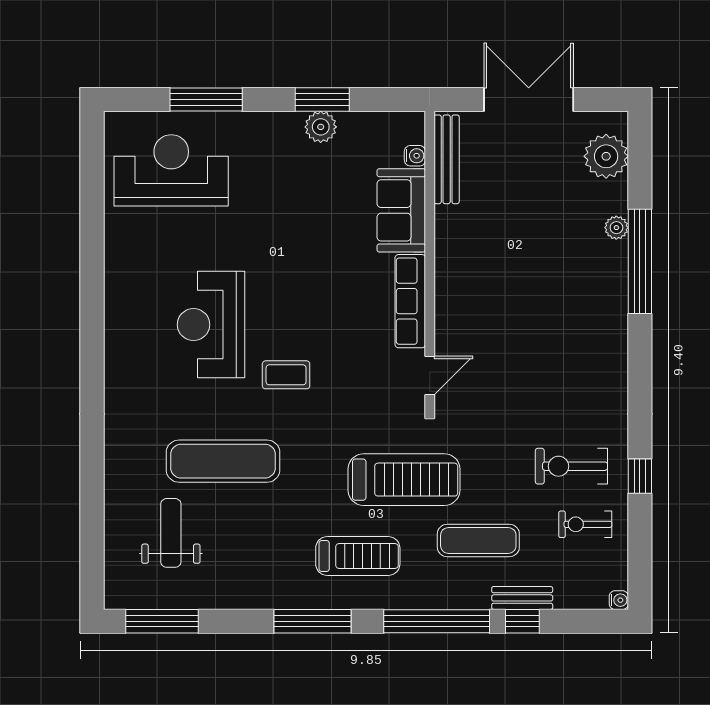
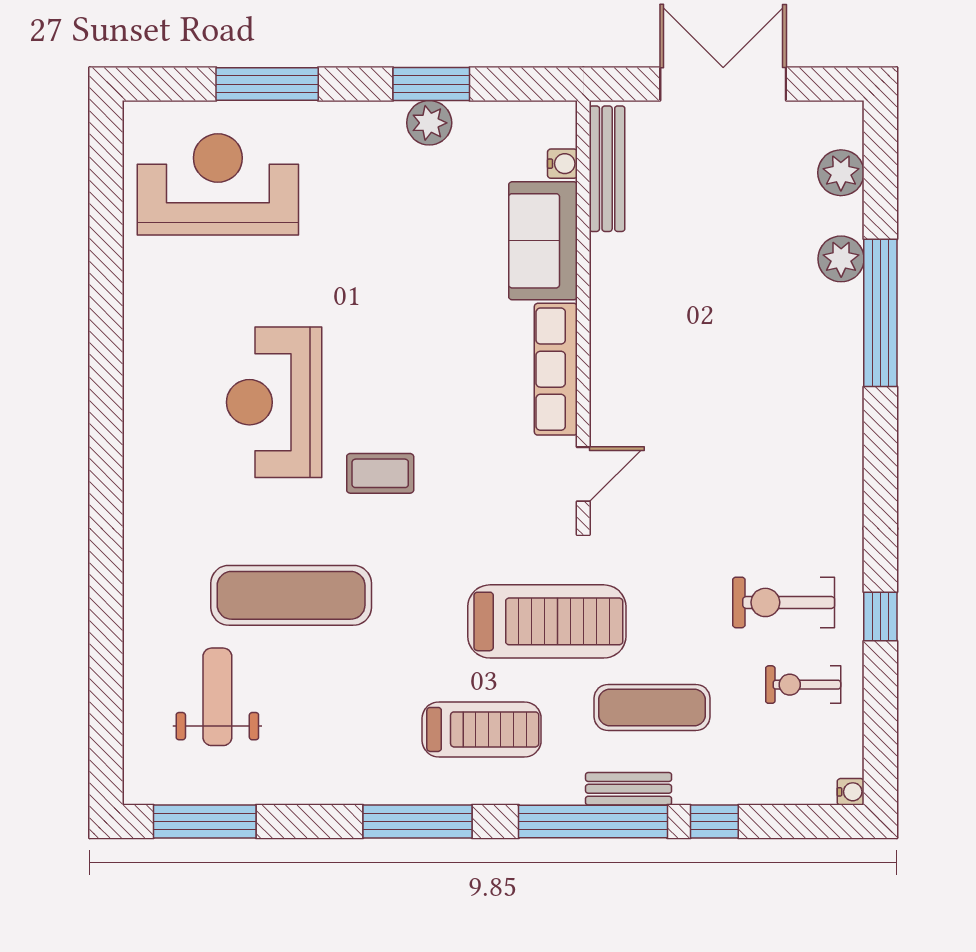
plant: (606, 156) -> (841, 173), width x0.73, depth x0.73
plant: (616, 228) -> (841, 259), width x1.38, depth x1.38
bench: (522, 598) -> (629, 789), moved

